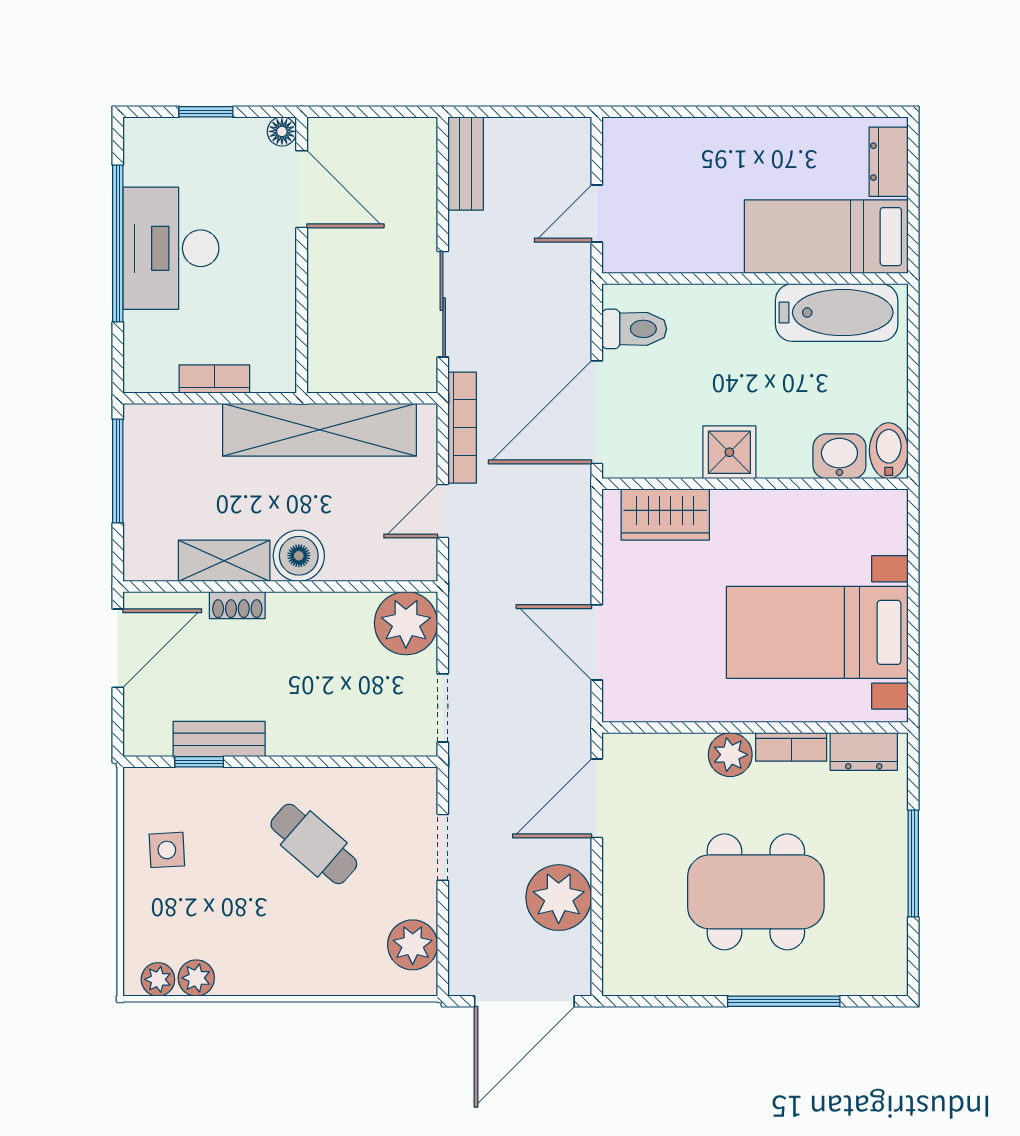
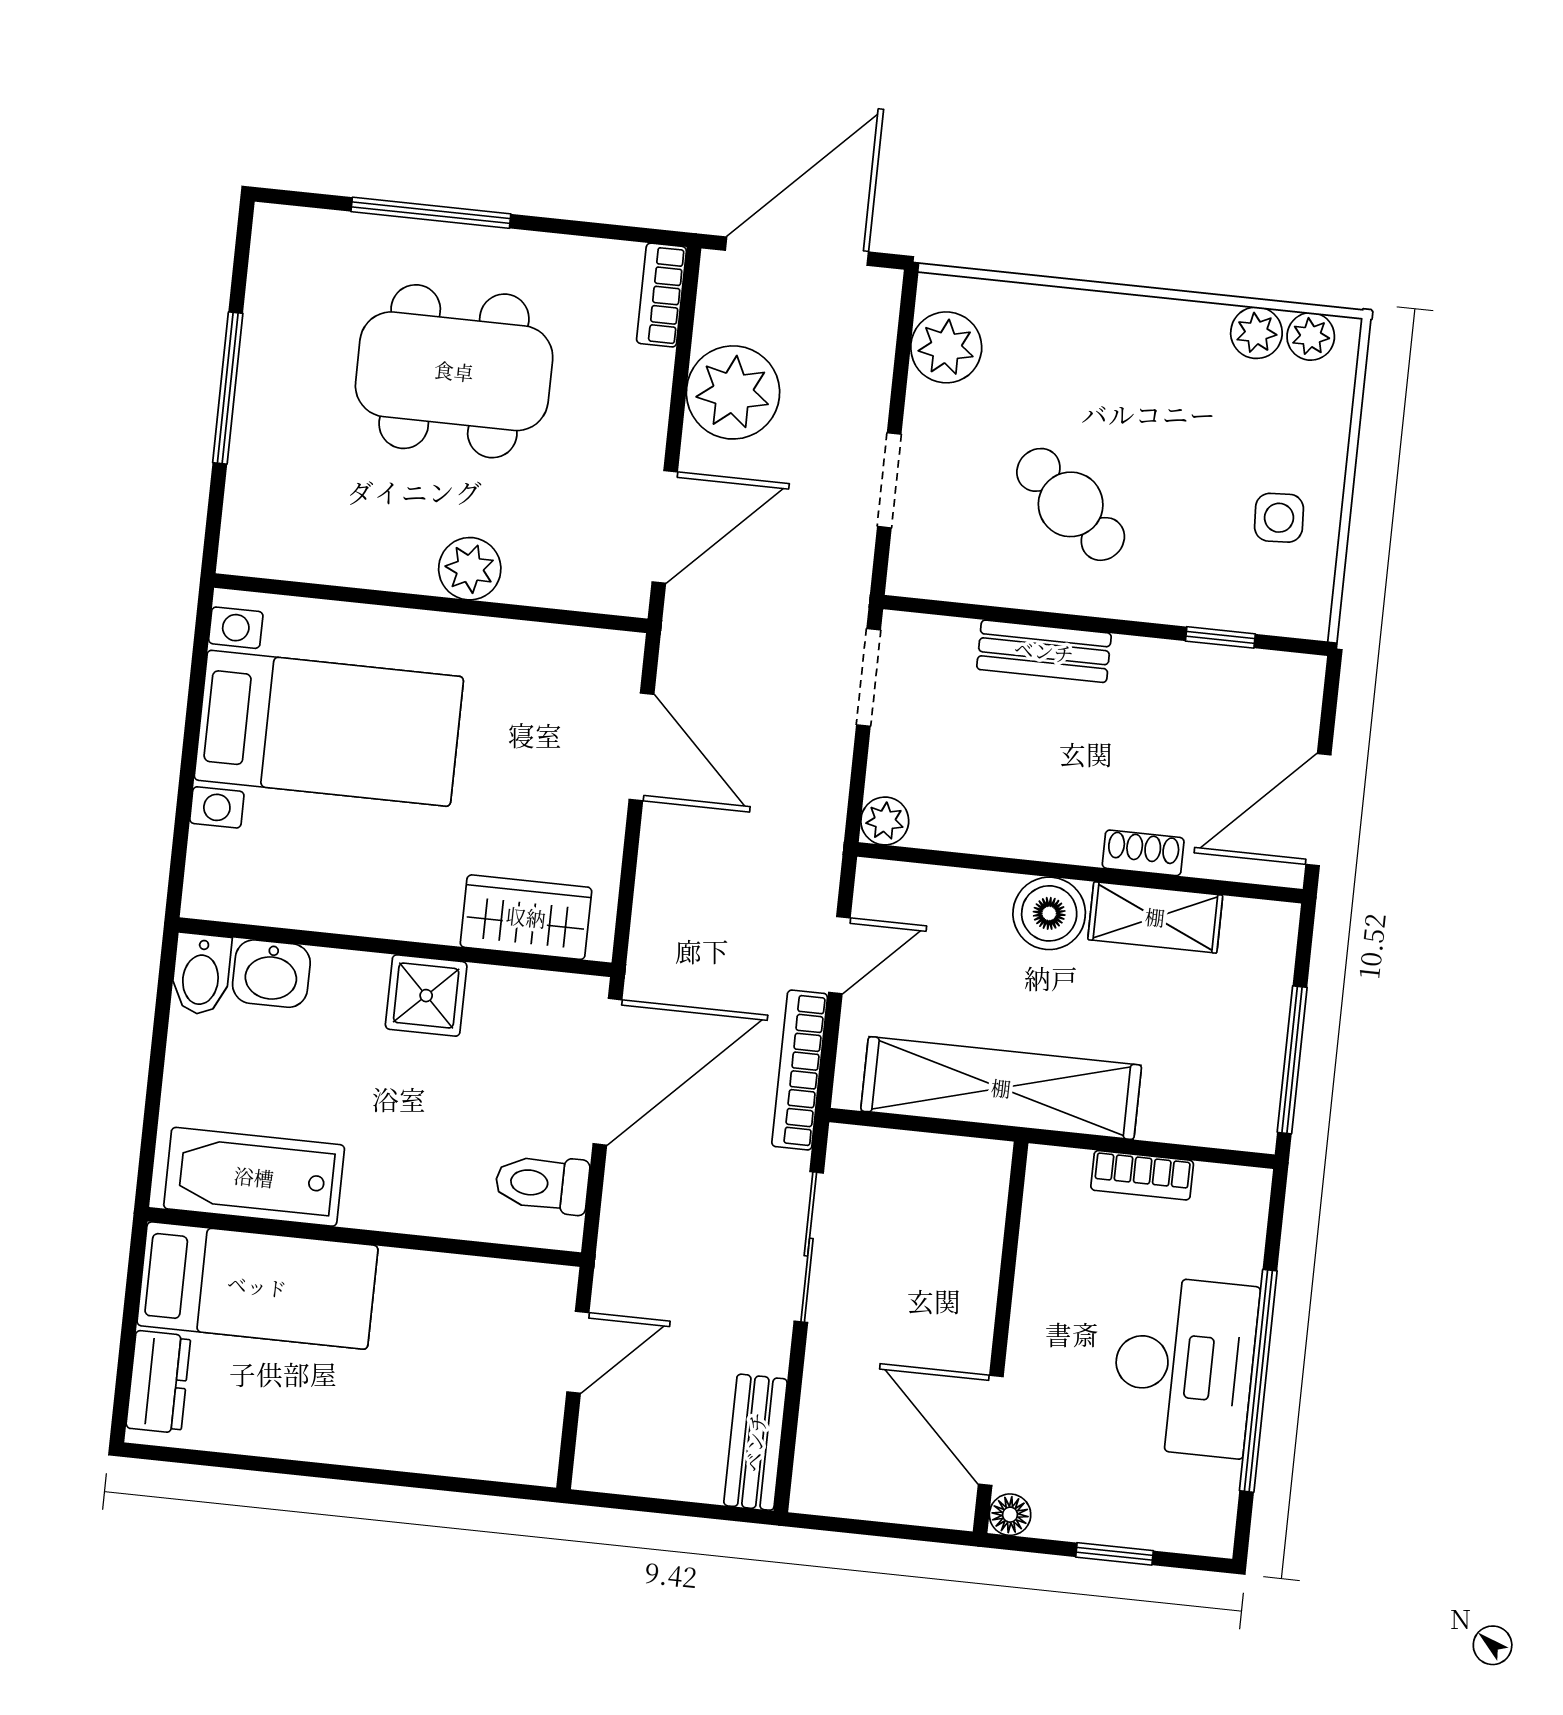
plant: (406, 623) -> (885, 821), width x0.53, depth x0.53
bench: (219, 739) -> (1044, 651), moved
bookcase: (791, 747) -> (661, 295), moved, turned -90
dresser: (864, 752) -> (281, 553), removed

